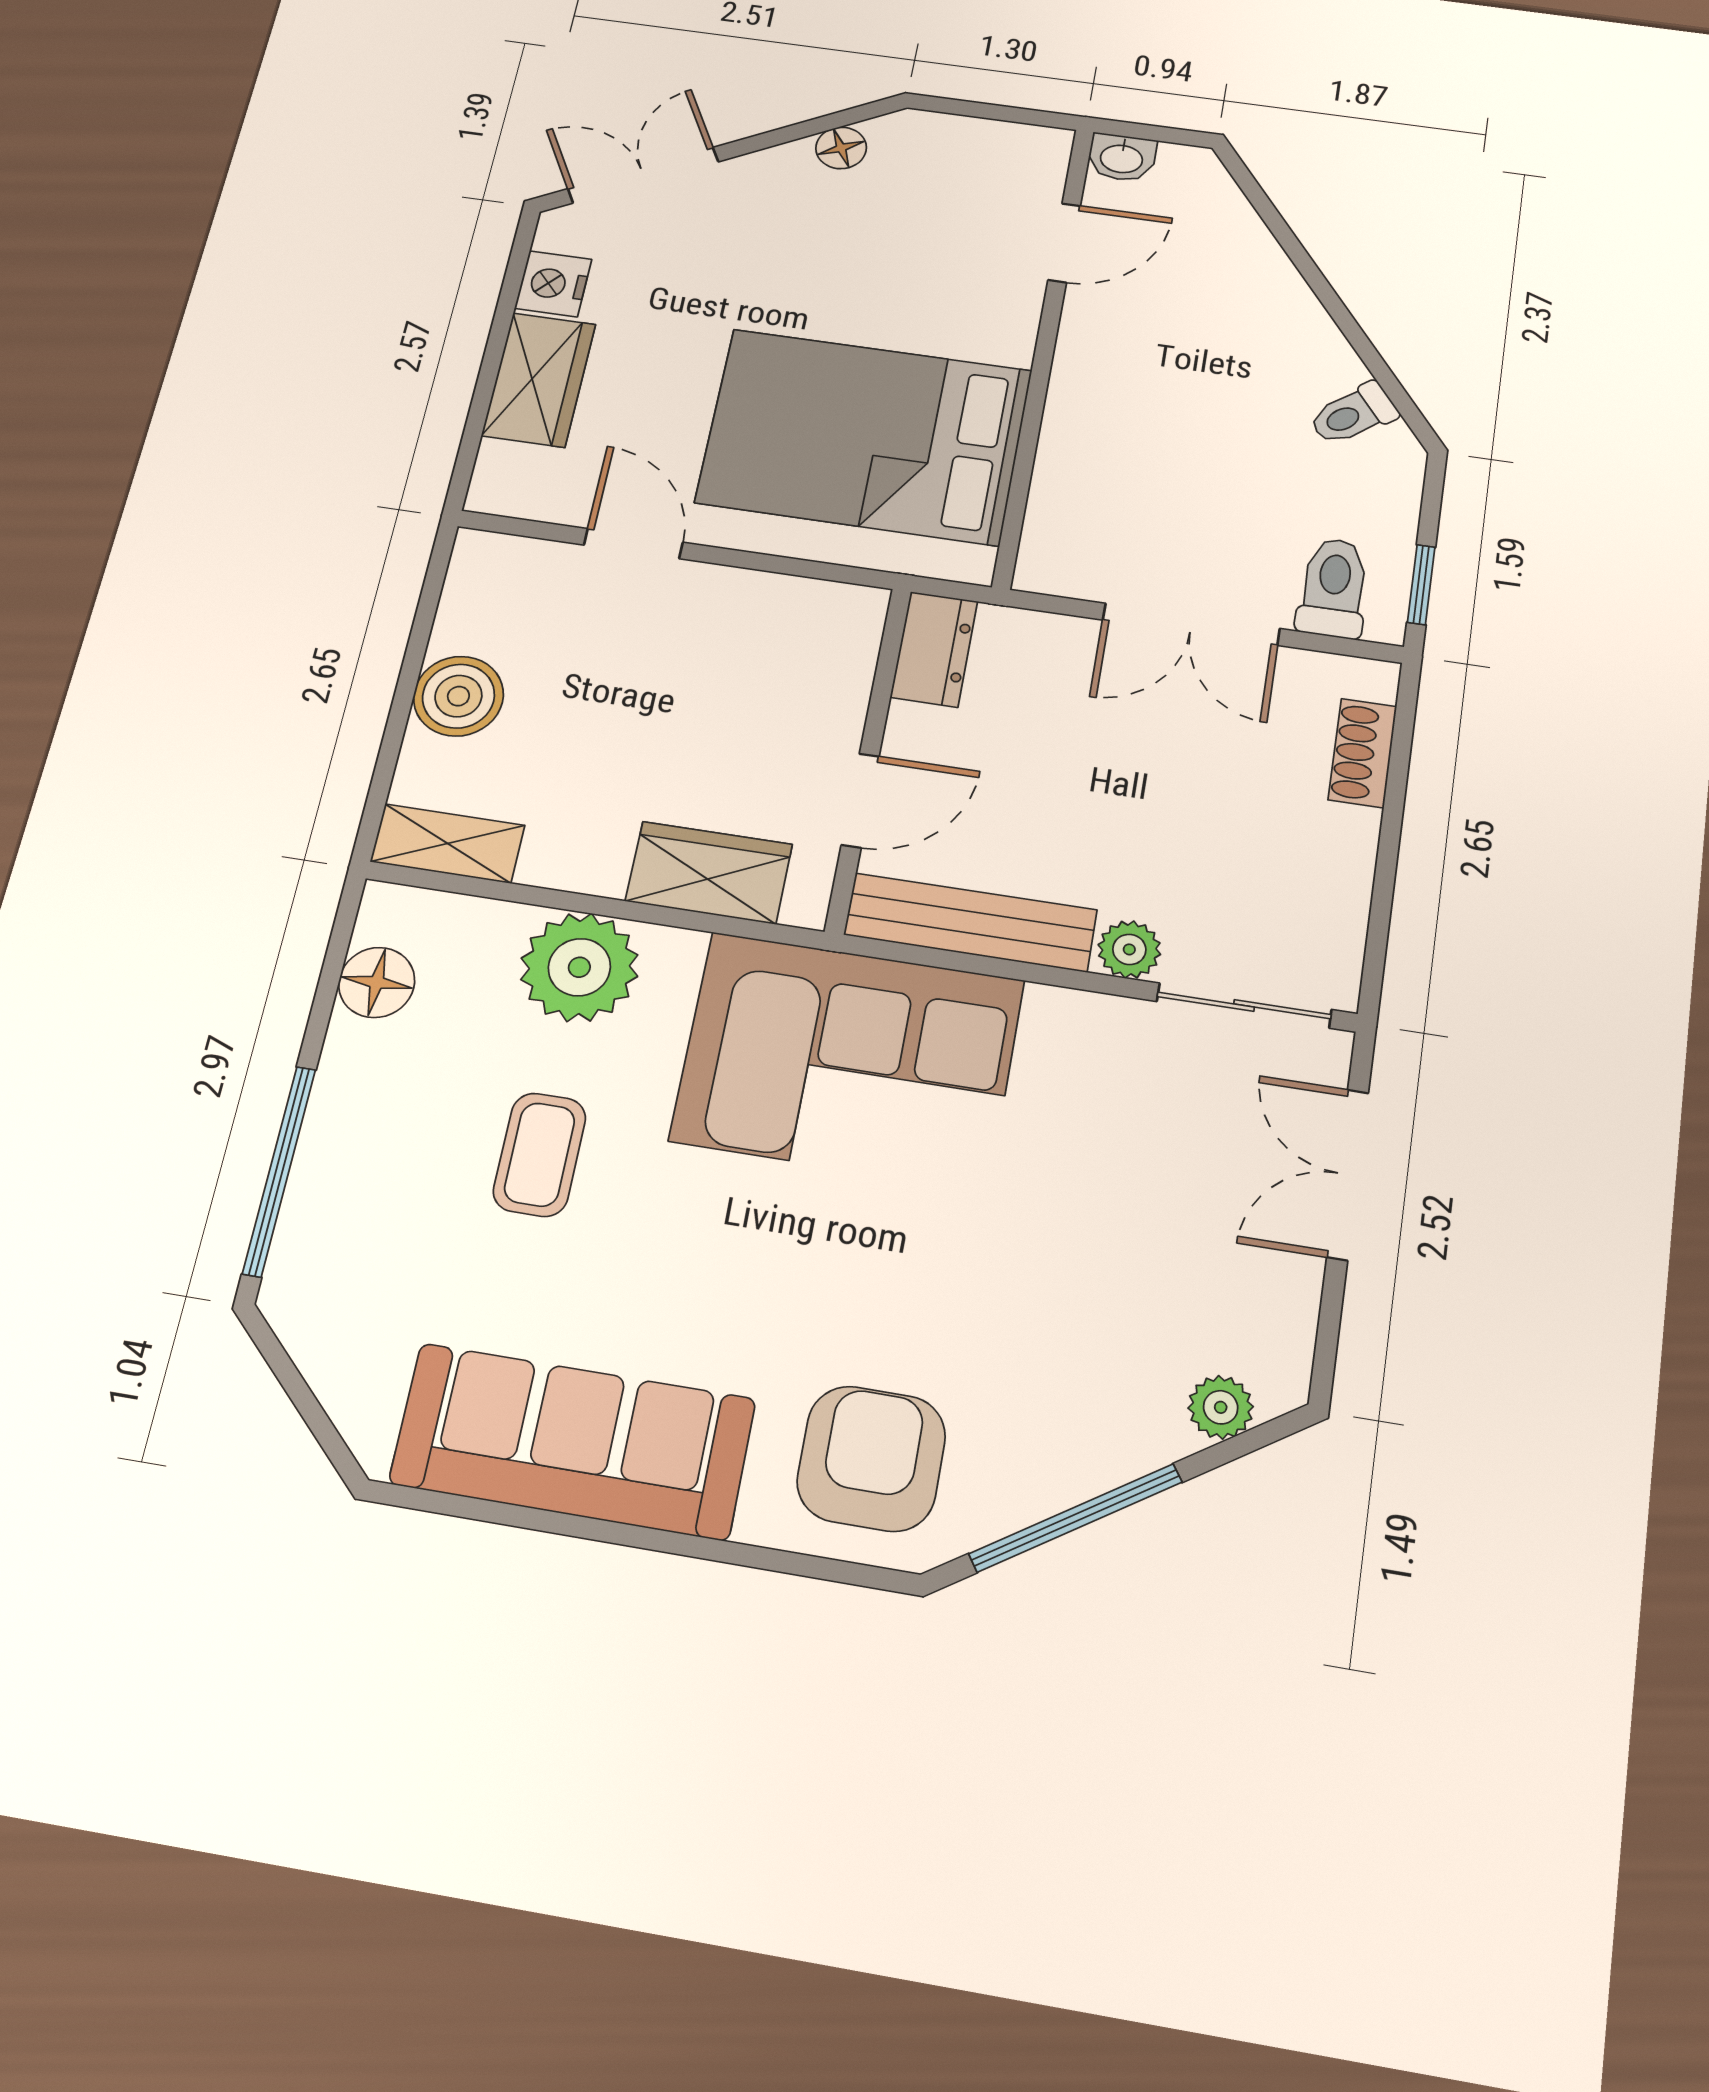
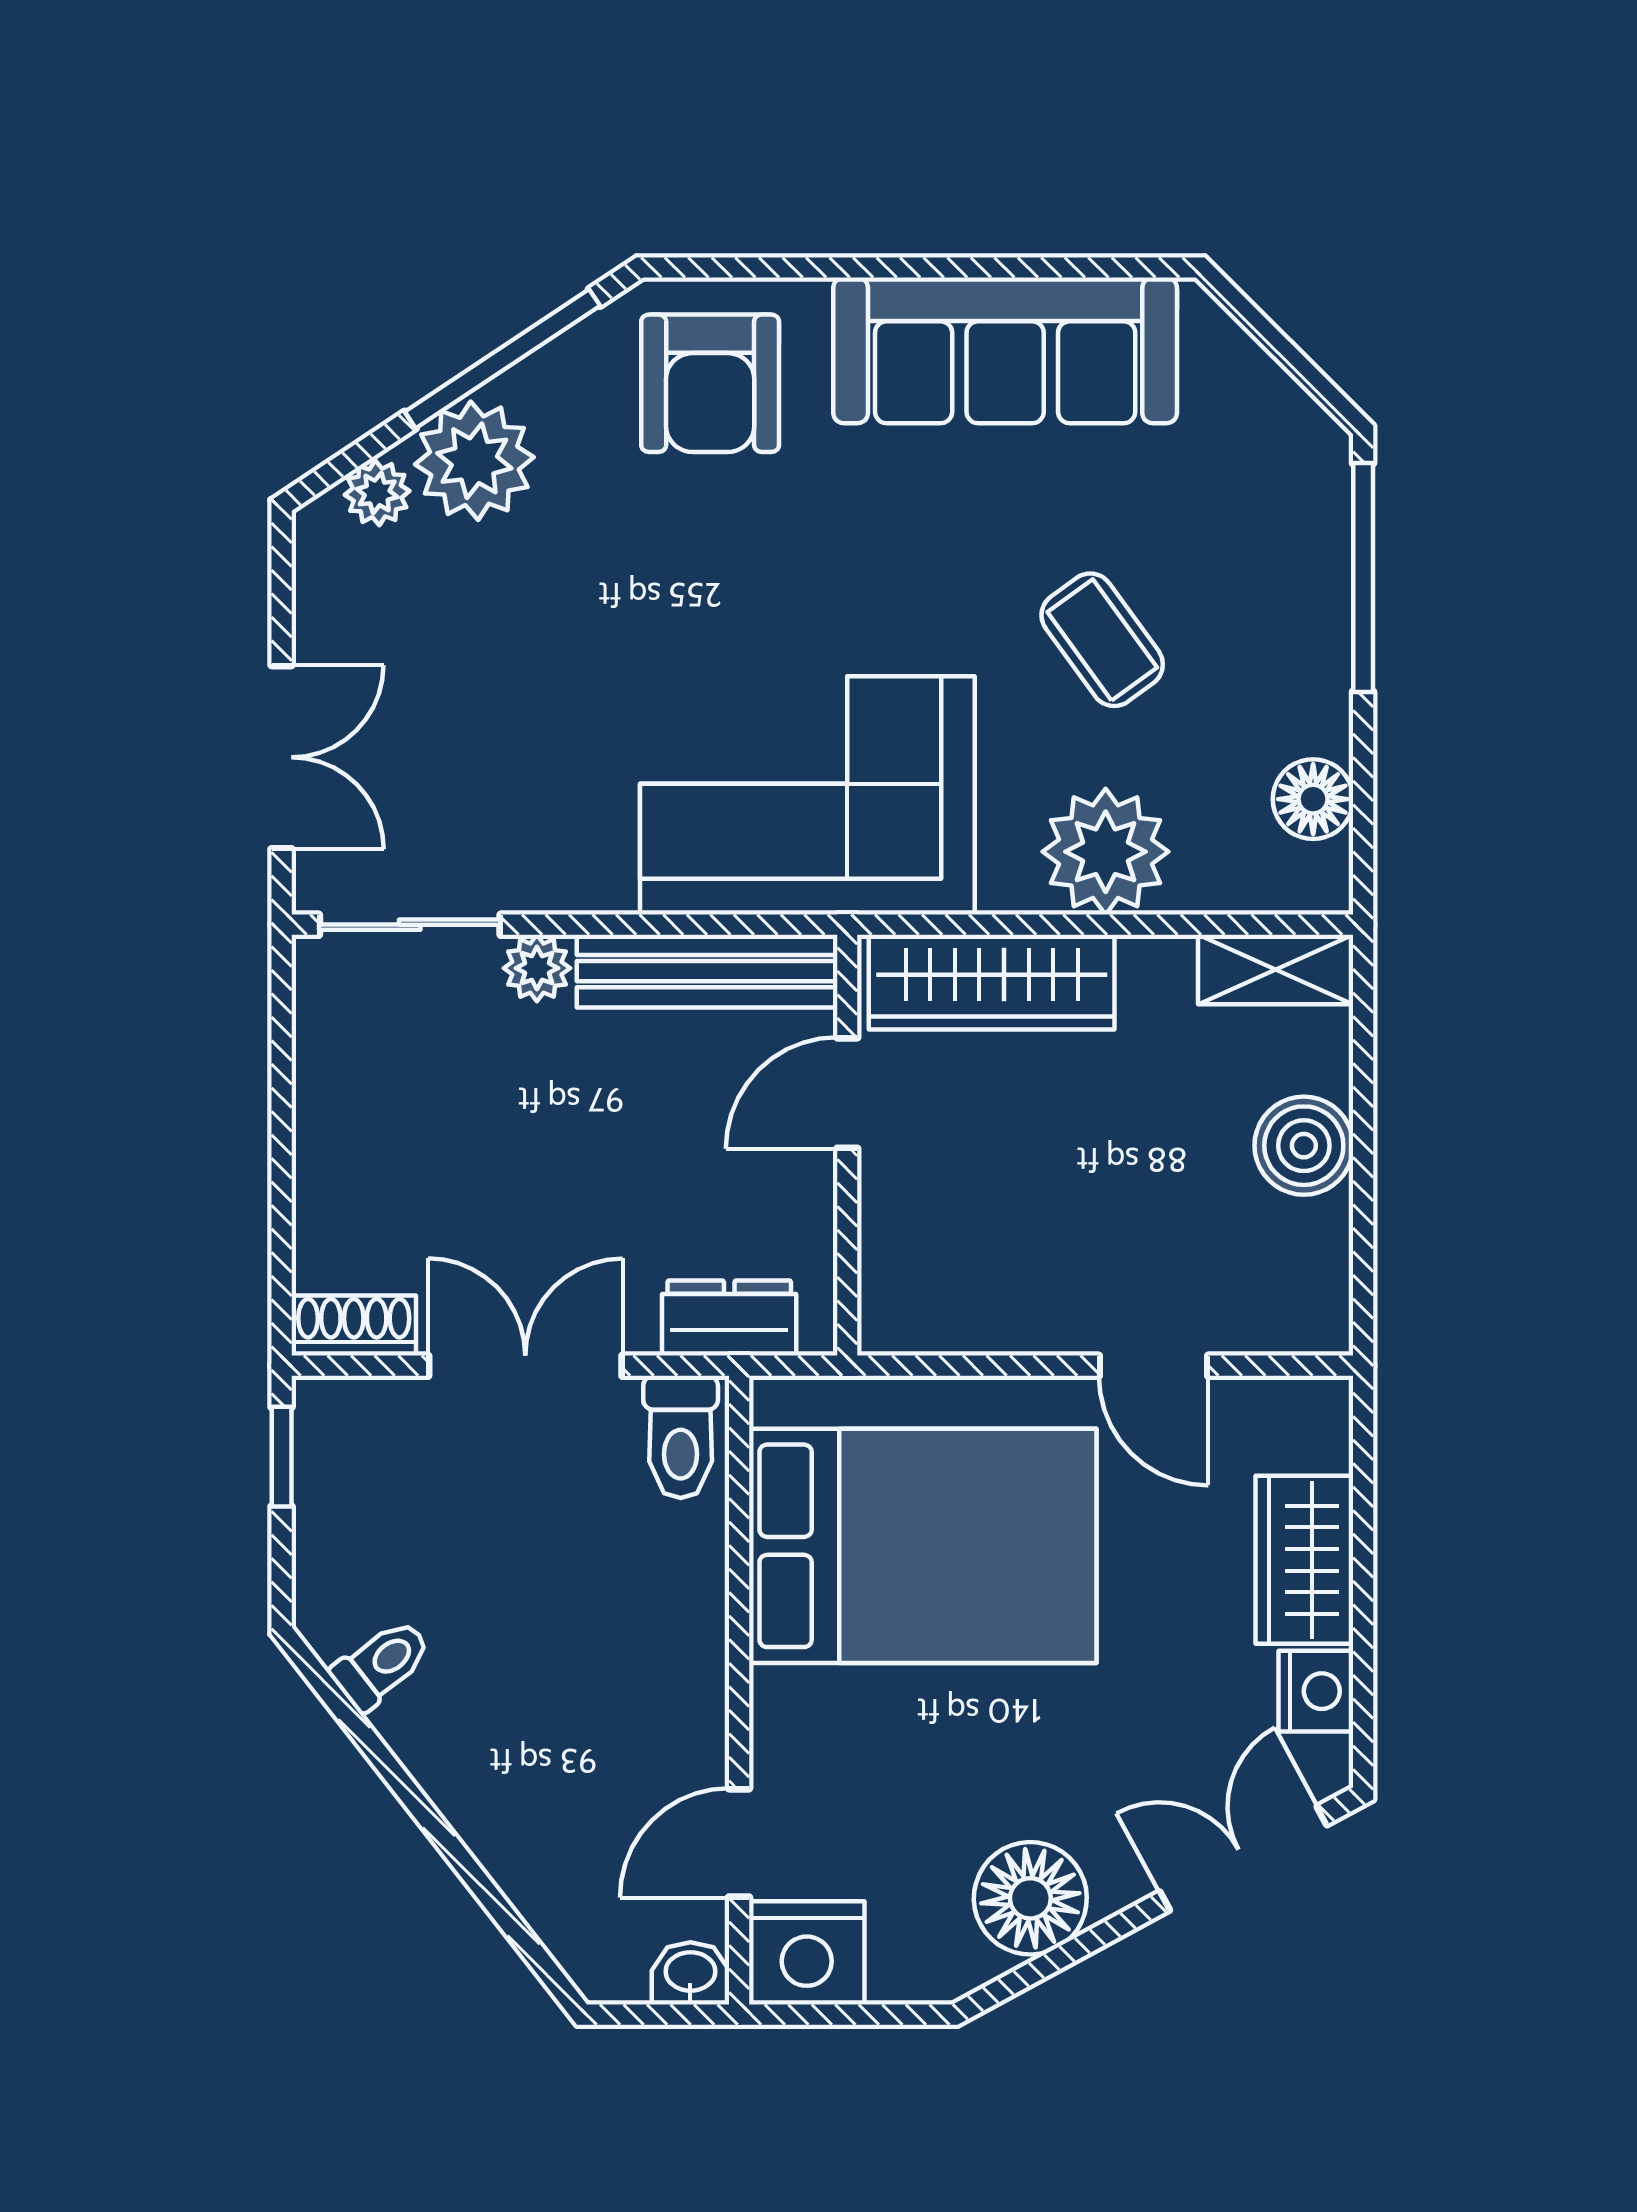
floor lamp: (841, 148) -> (1030, 1898), width x1.89, depth x1.89
nightstand: (1022, 159) -> (807, 1953), added
double door: (643, 175) -> (1243, 1858), swing flipped
toilet: (1333, 588) -> (681, 1437), moved
dresser: (934, 649) -> (729, 1318), moved, turned 90
shoe rack: (1362, 753) -> (354, 1326), moved, turned -90
wardrobe: (709, 873) -> (992, 982), width x1.50
coffee table: (540, 1155) -> (1102, 640), turned -36
plant: (1119, 1422) -> (474, 461), added

